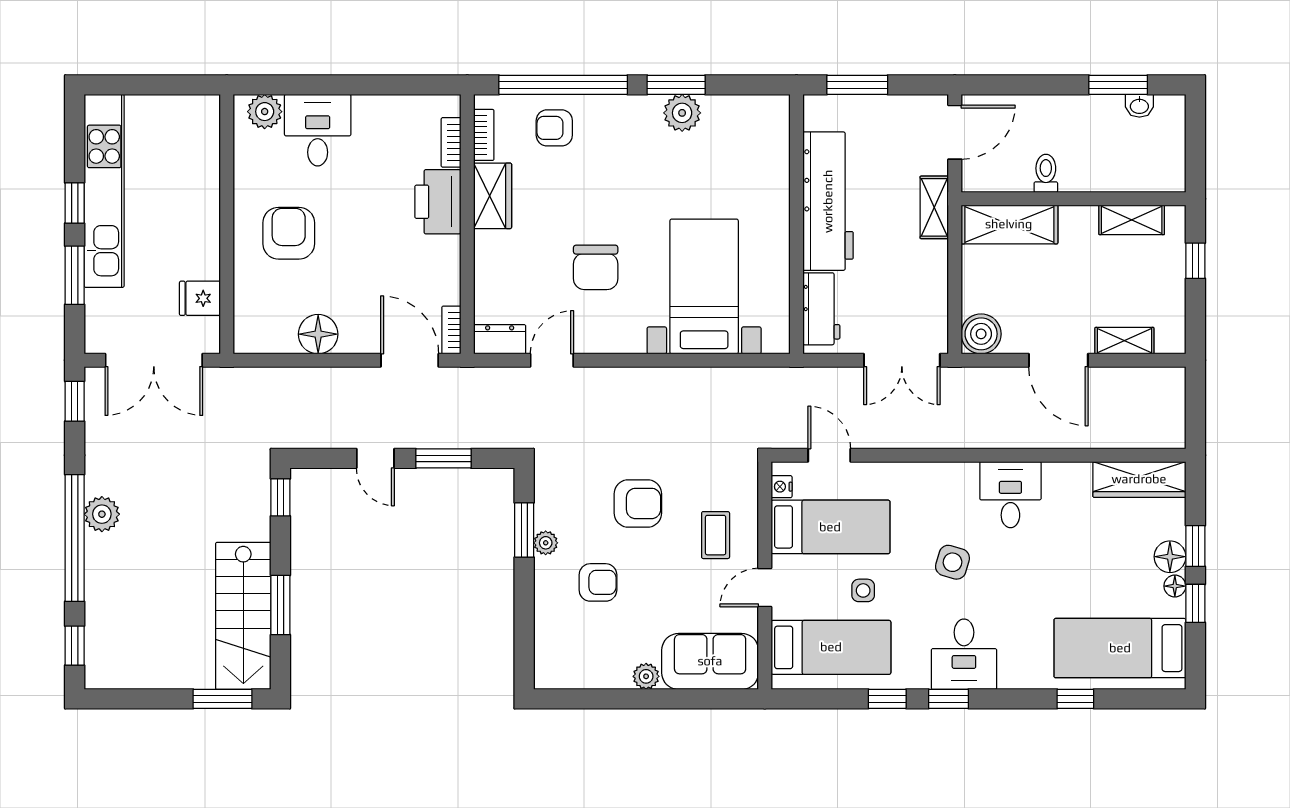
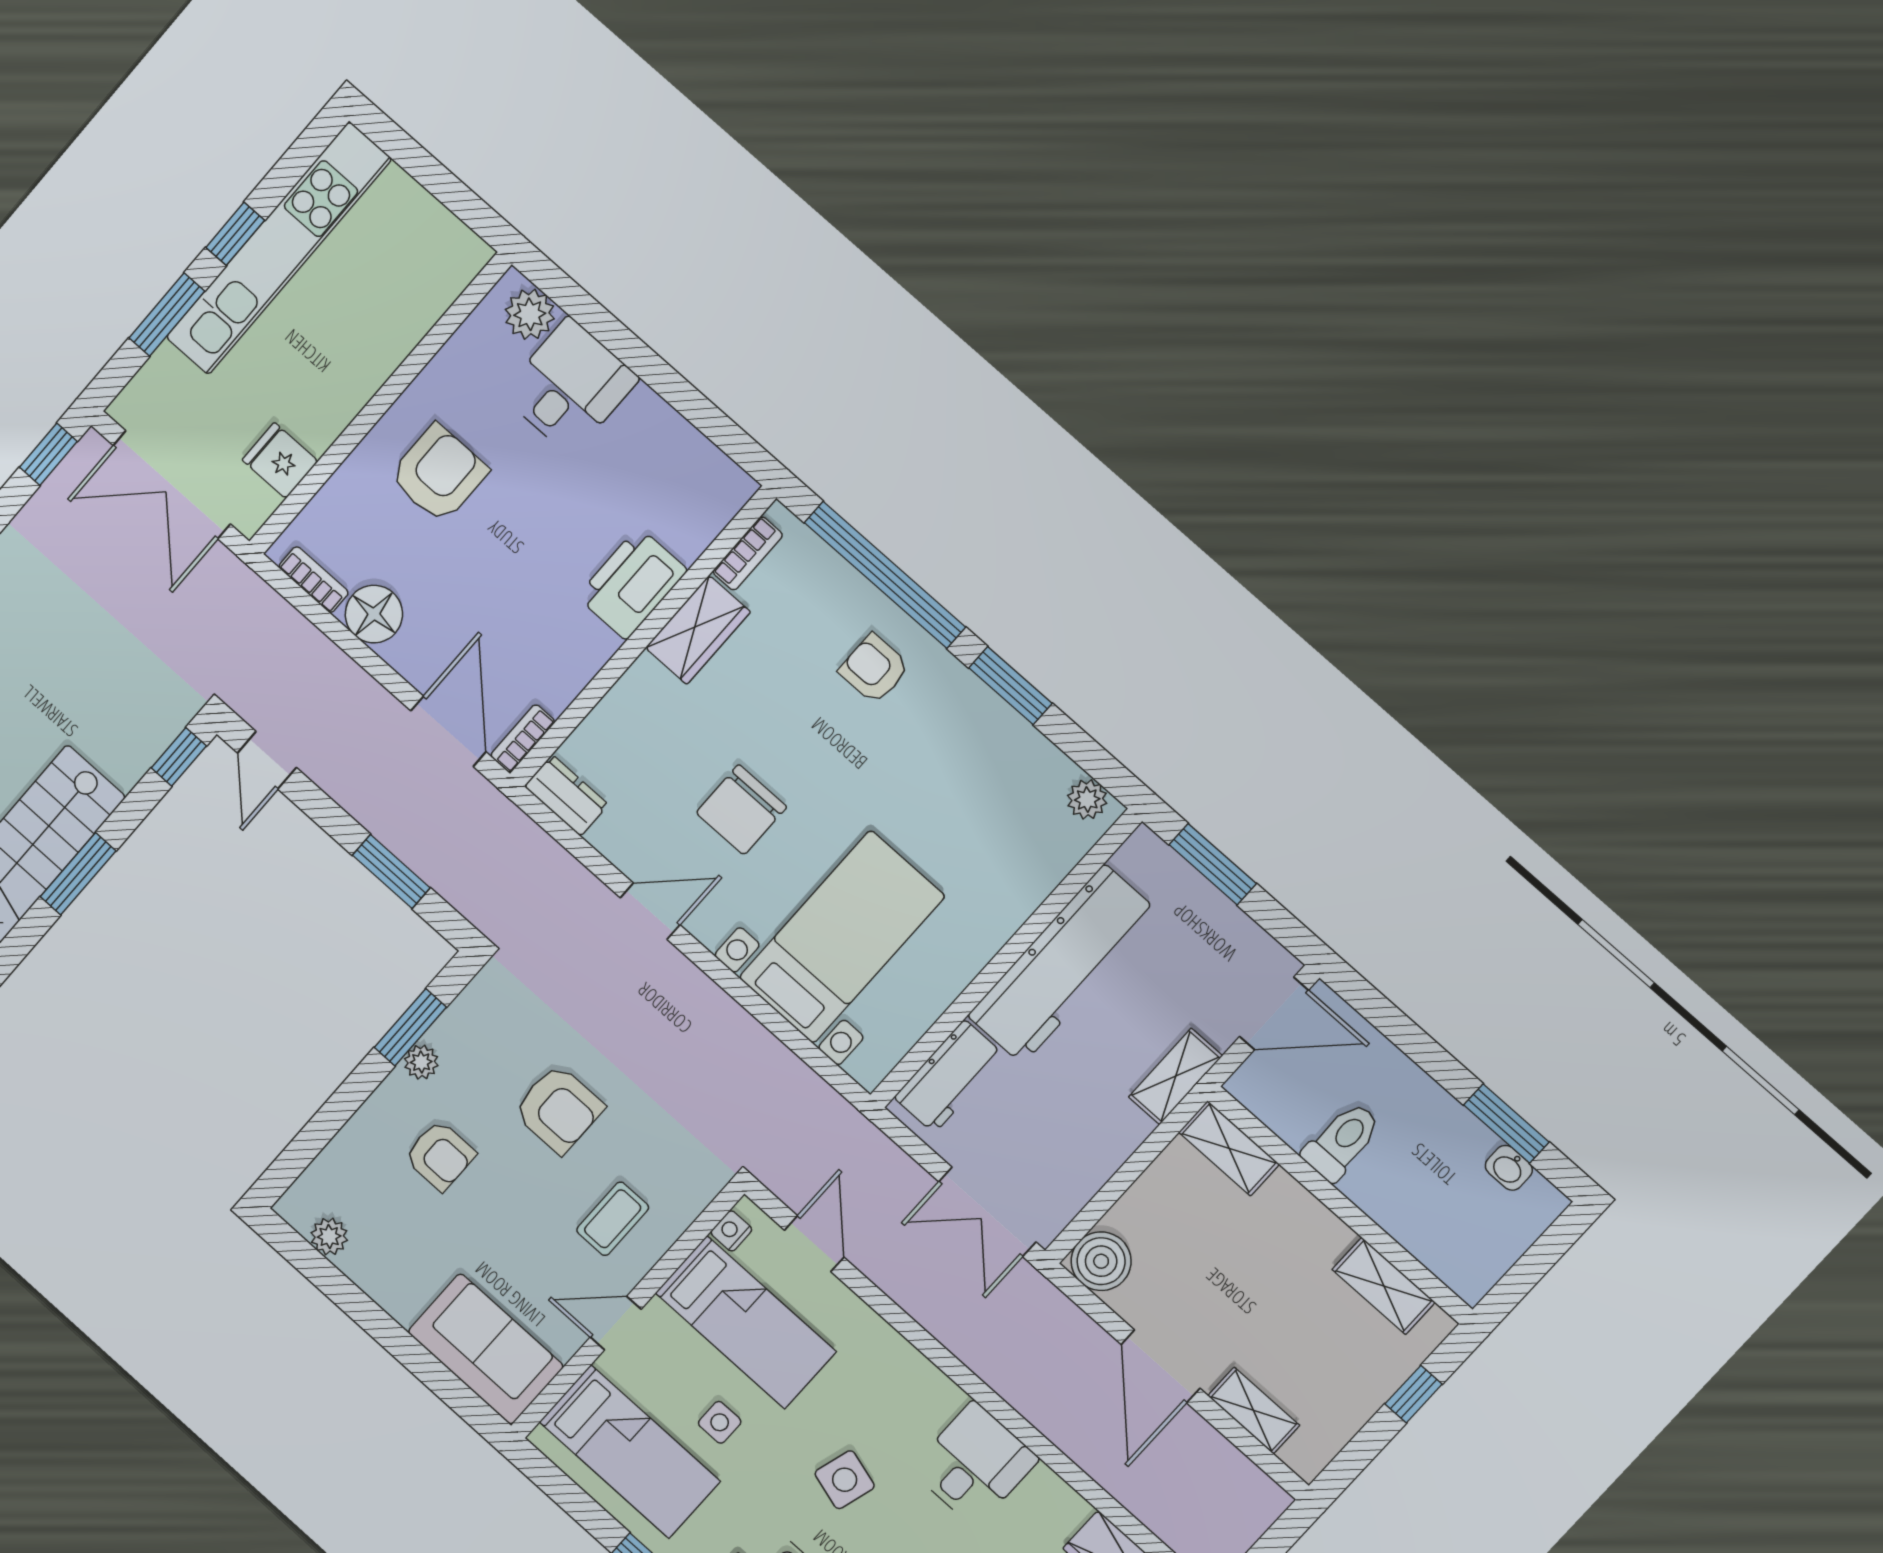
plant: (682, 113) -> (1087, 799), moved, width x0.73, depth x0.73
armchair: (554, 128) -> (874, 669), moved
bookcase: (451, 142) -> (314, 580), moved, turned 90
toilet: (1046, 173) -> (1342, 1141), width x1.37, depth x1.39
shelving: (1009, 224) -> (1229, 1148), width x0.67, depth x0.75
door: (552, 360) -> (650, 911), moved
door: (375, 458) -> (267, 760), moved
plant: (646, 676) -> (329, 1237), moved

